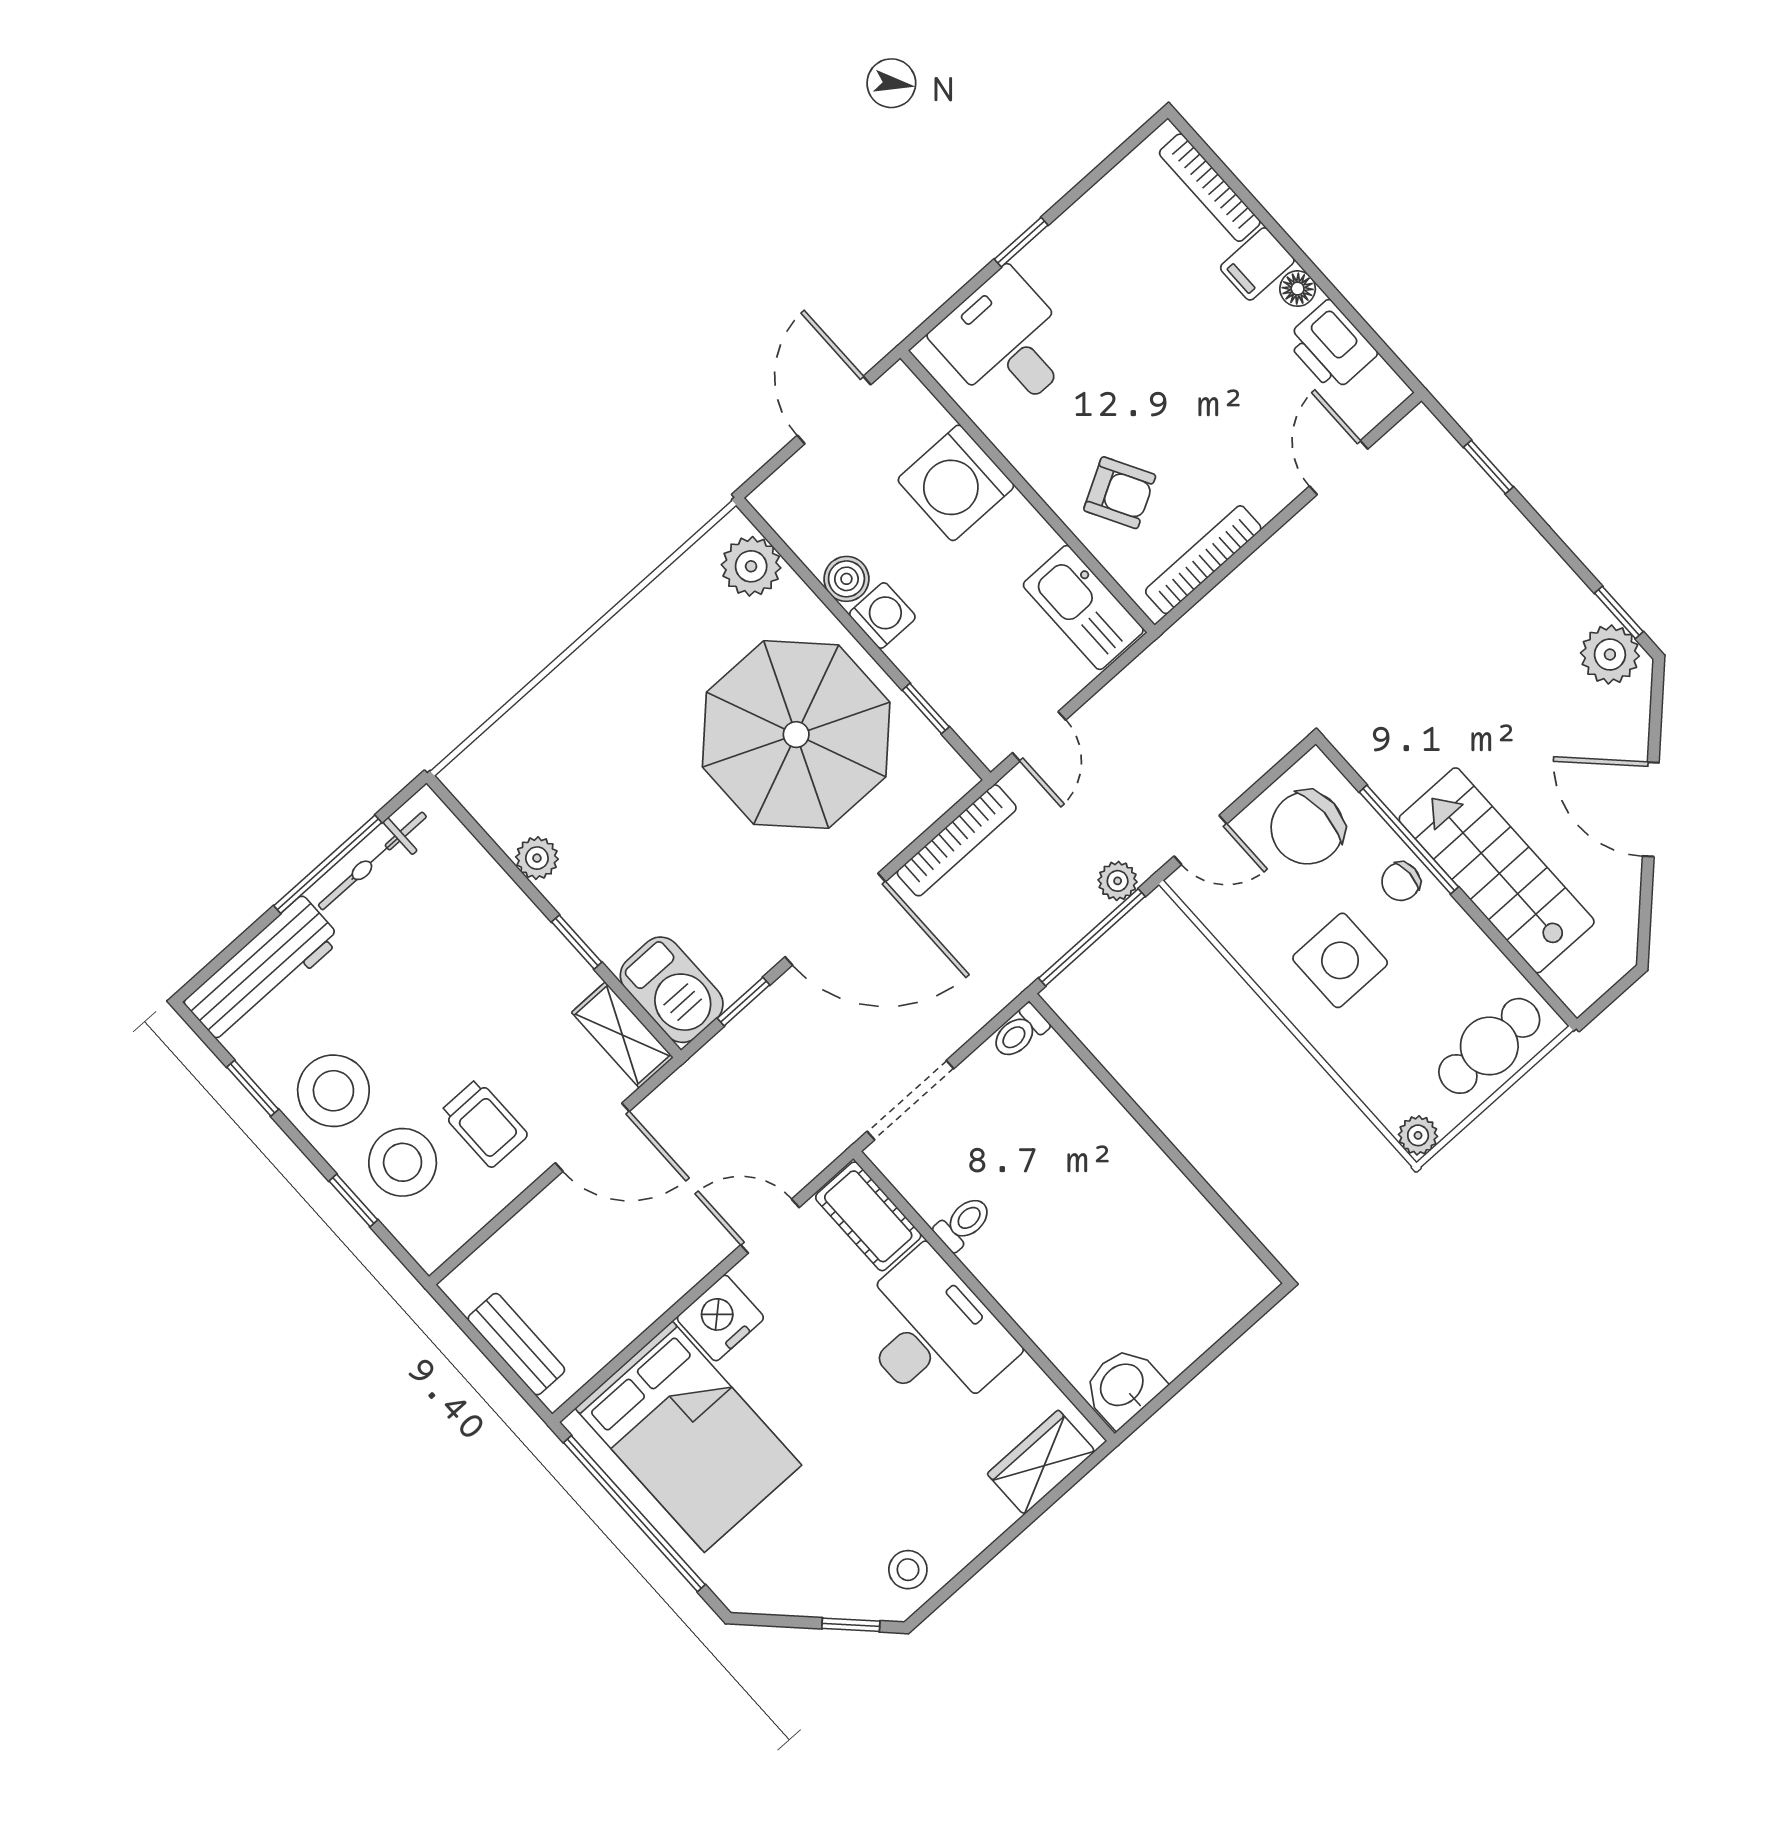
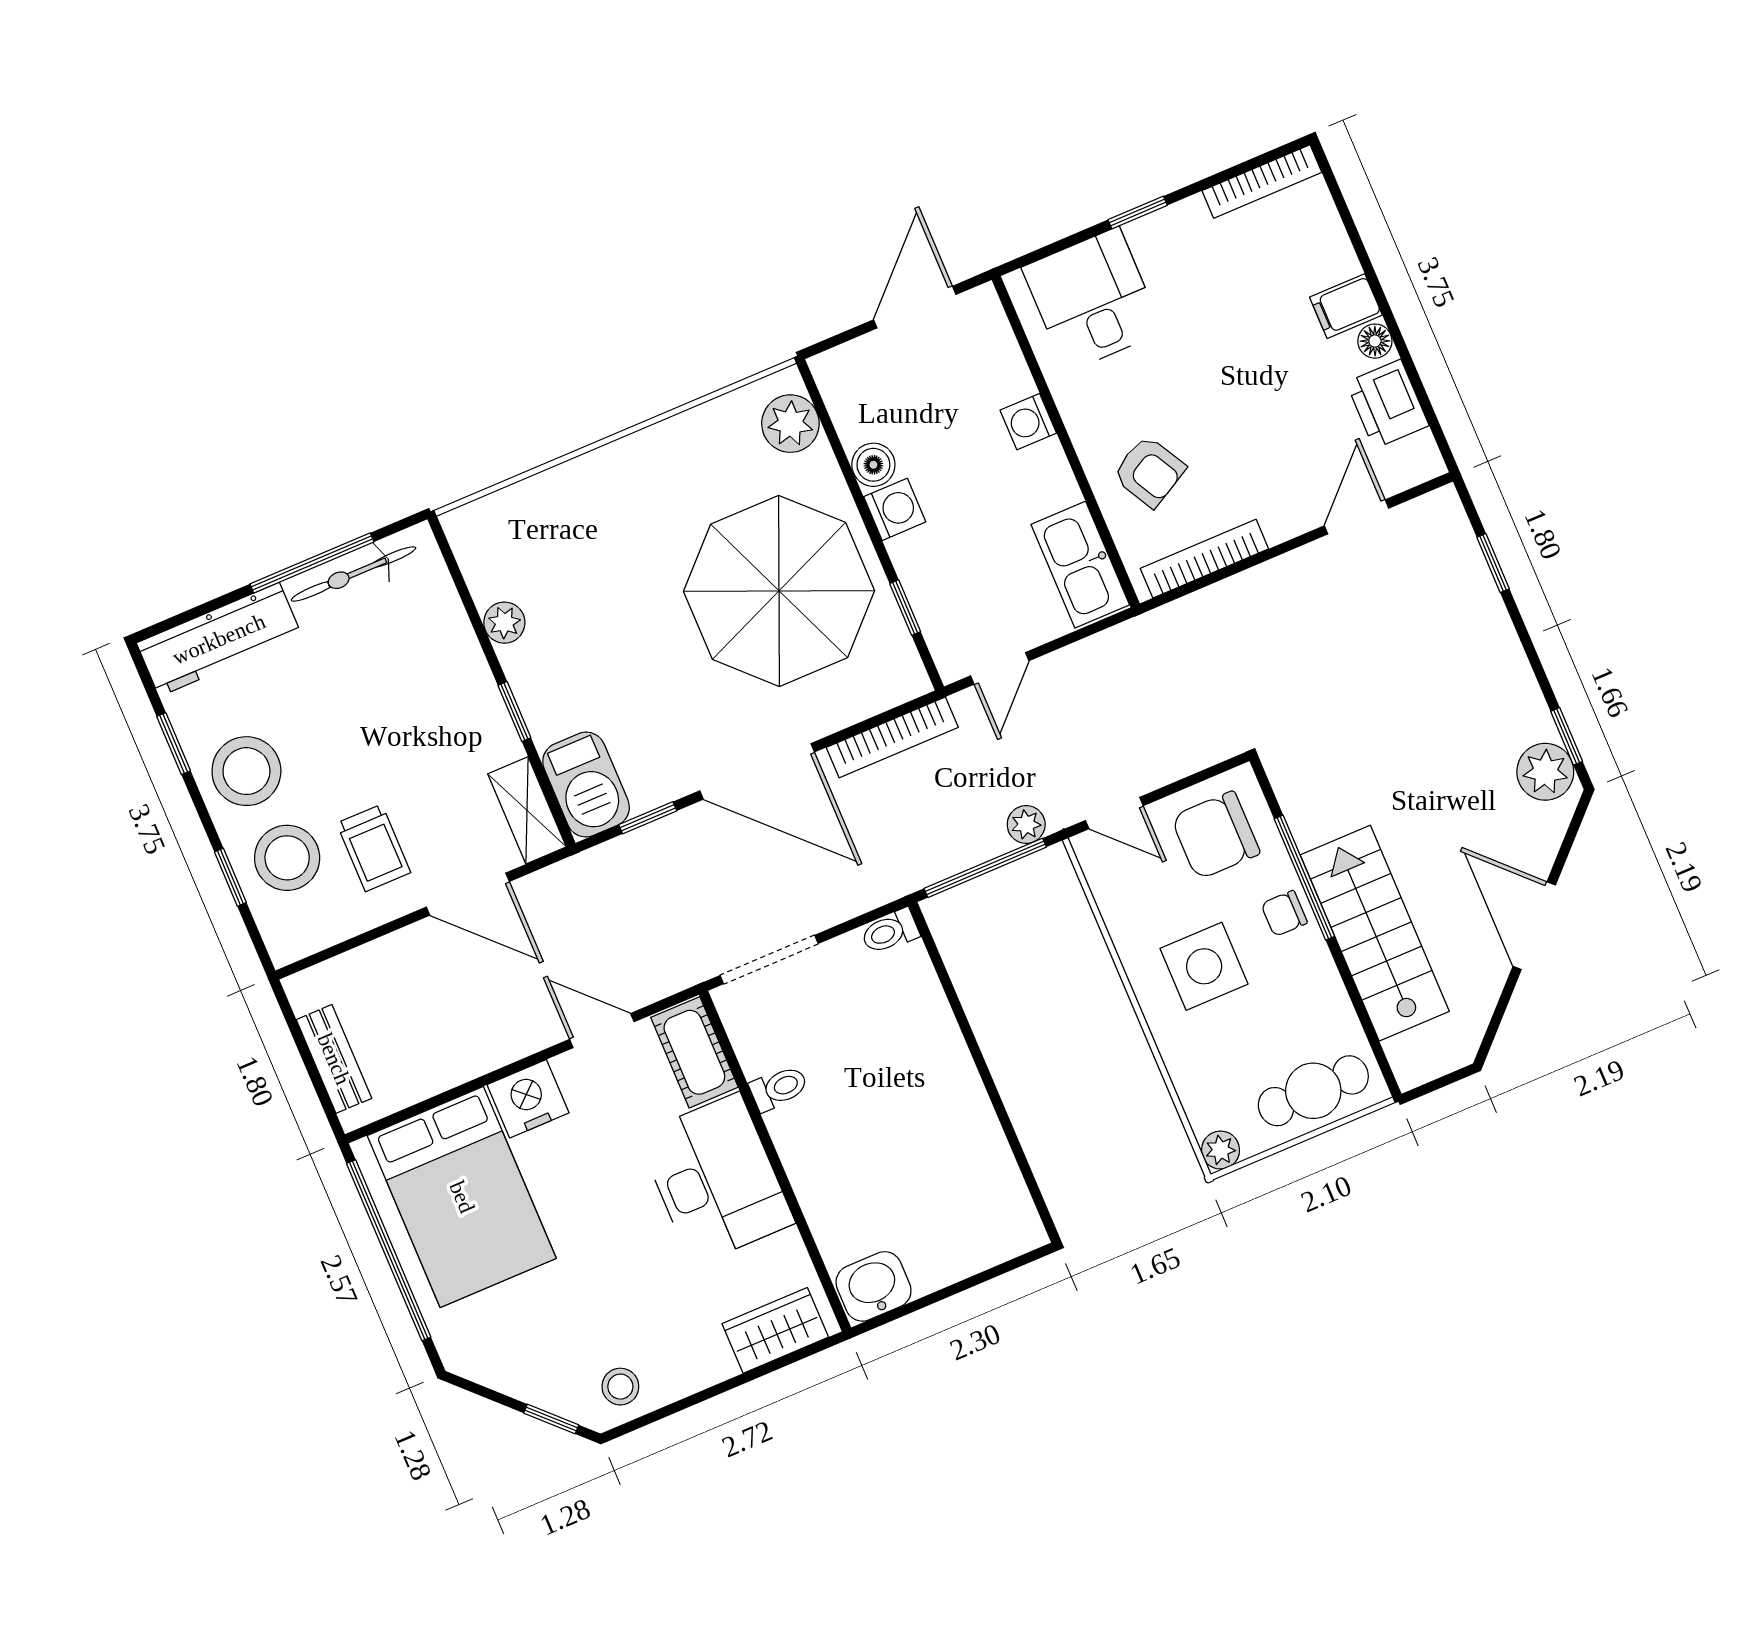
bookcase: (1210, 188) -> (1262, 181), moved, turned -90
washing machine: (956, 483) -> (1028, 422), width x0.53, depth x0.53

